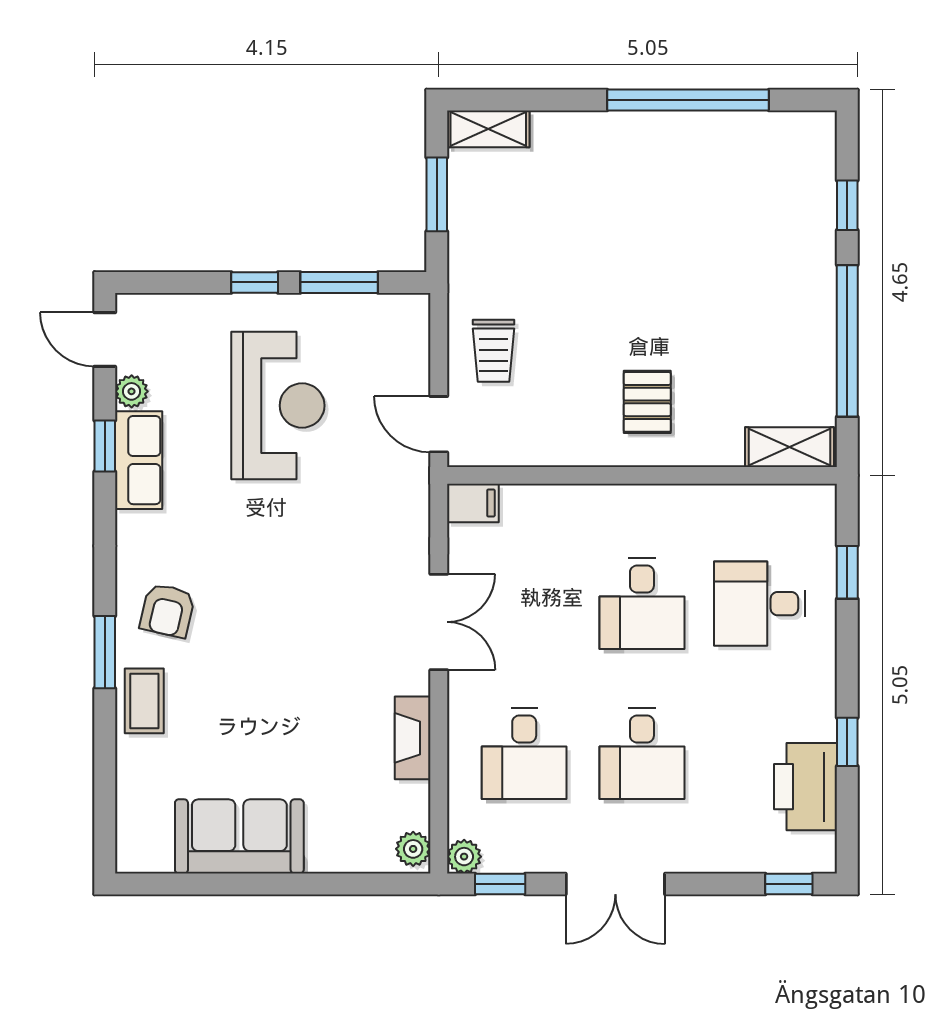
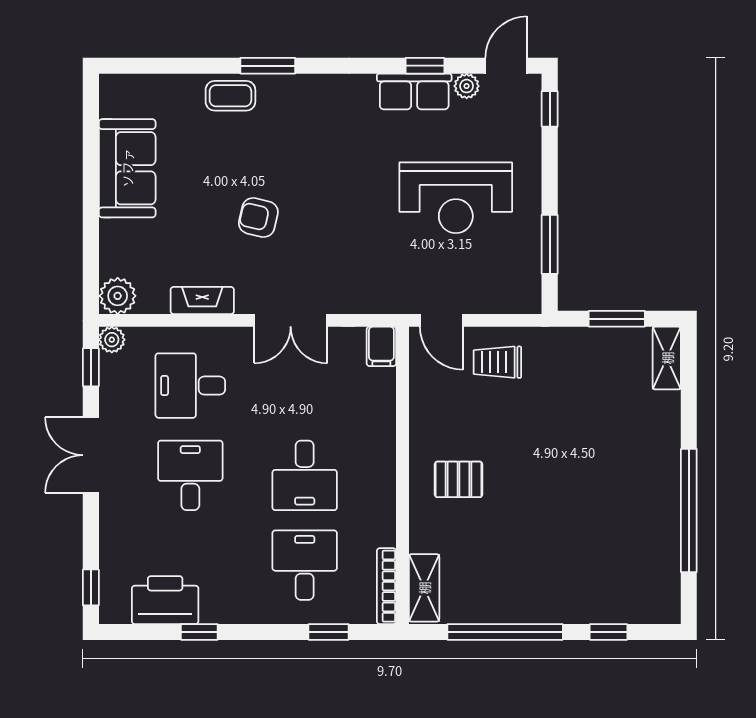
window: (255, 282) -> (550, 109), moved
door: (439, 424) -> (441, 320), swing flipped
bookcase: (787, 496) -> (386, 586), added
desk: (642, 604) -> (305, 475), turned -90
armchair: (167, 610) -> (258, 218), moved
desk: (642, 754) -> (190, 475), turned 90
plant: (413, 849) -> (118, 296), width x1.38, depth x1.38

